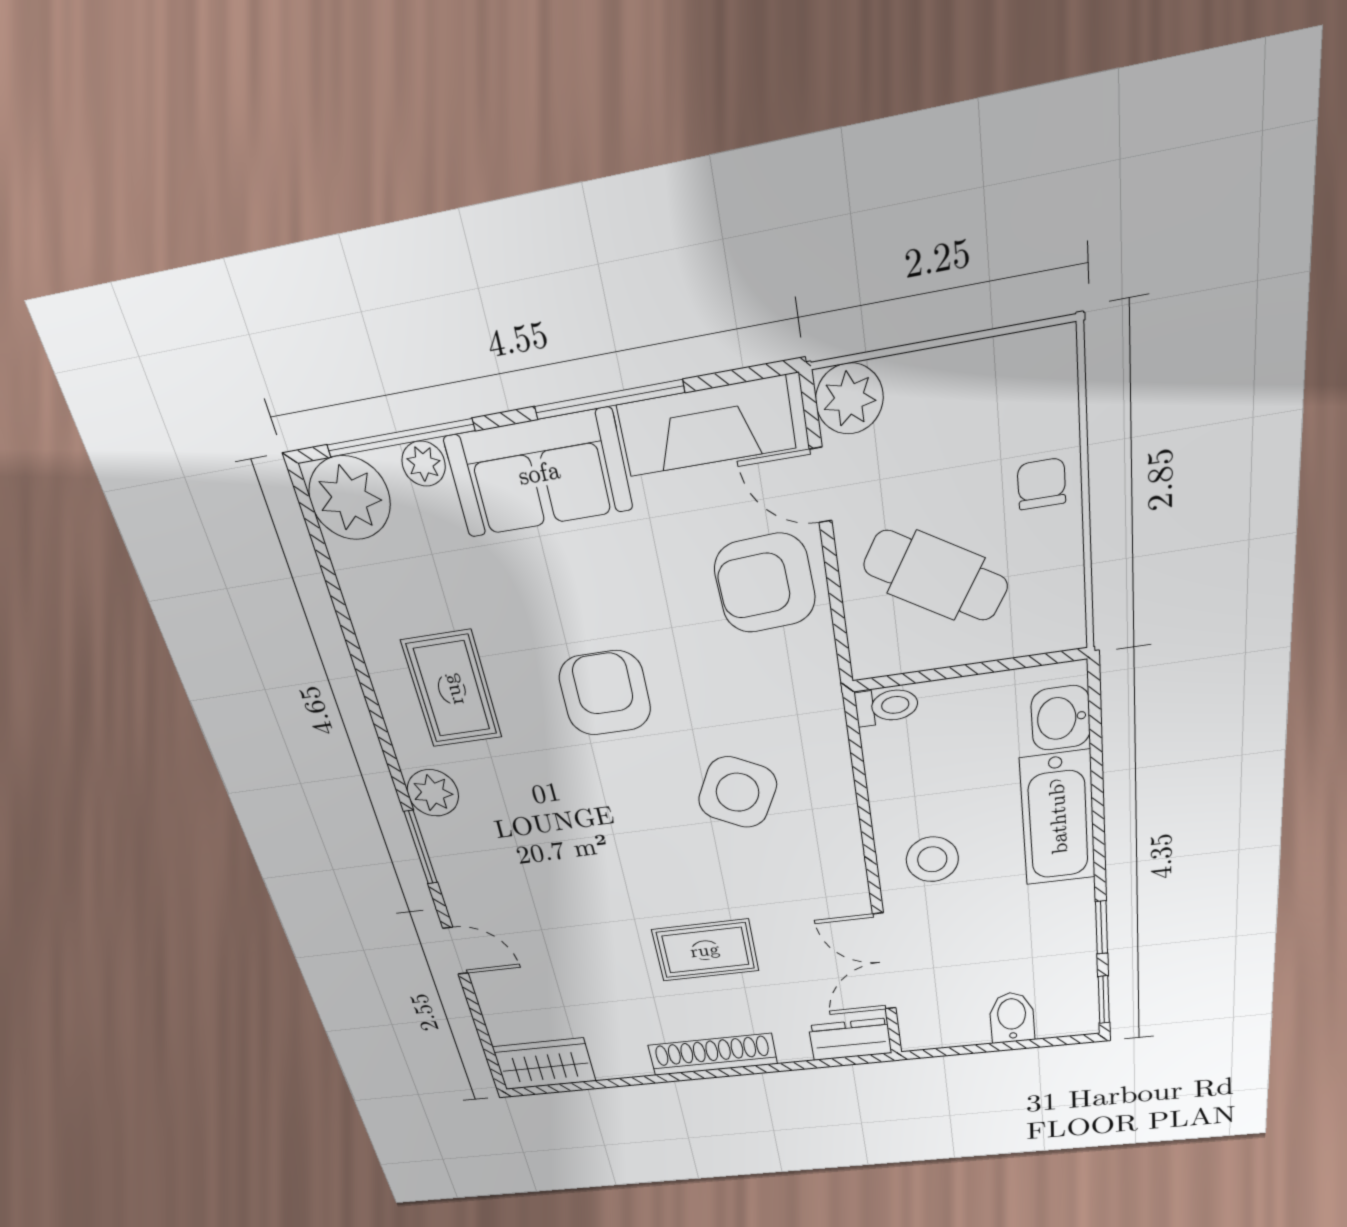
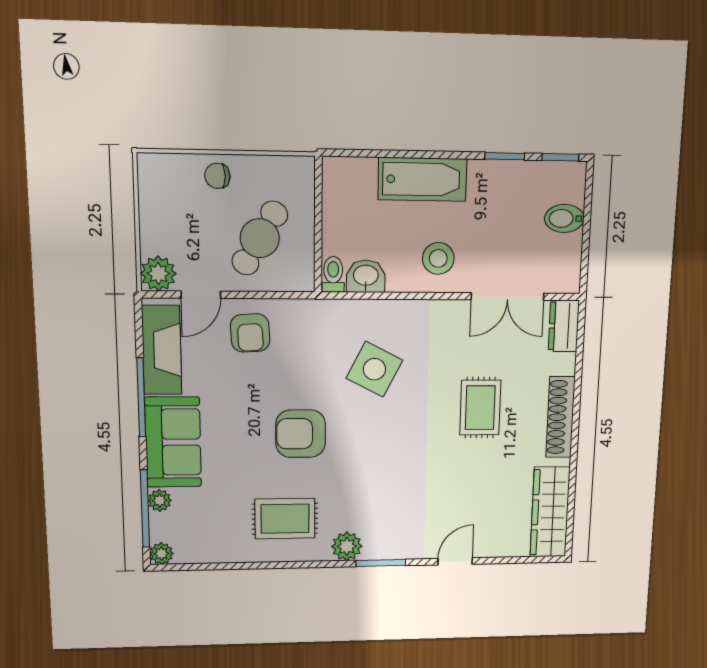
plant: (350, 498) -> (161, 554), width x0.53, depth x0.53
armchair: (765, 583) -> (250, 333), width x0.72, depth x0.72
washbasin: (1061, 718) -> (366, 276), moved, turned 180
wardrobe: (544, 1064) -> (550, 512), width x1.50

